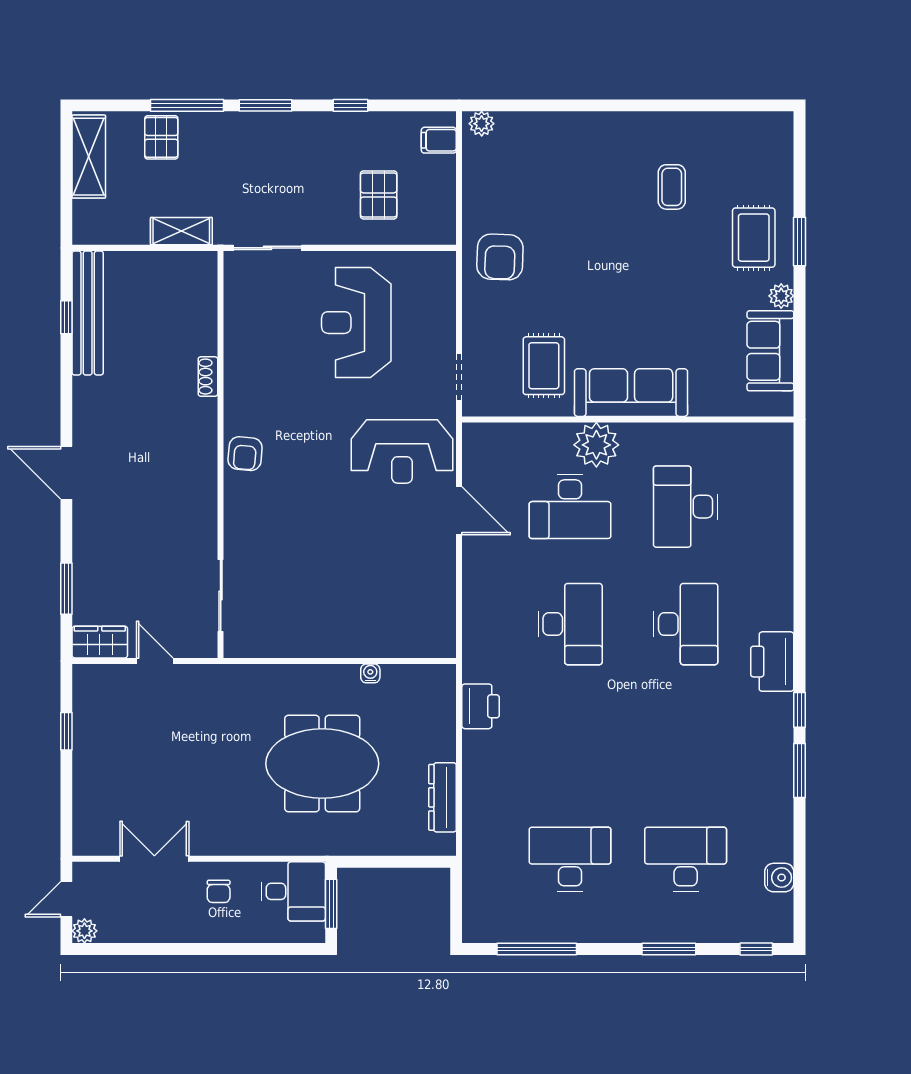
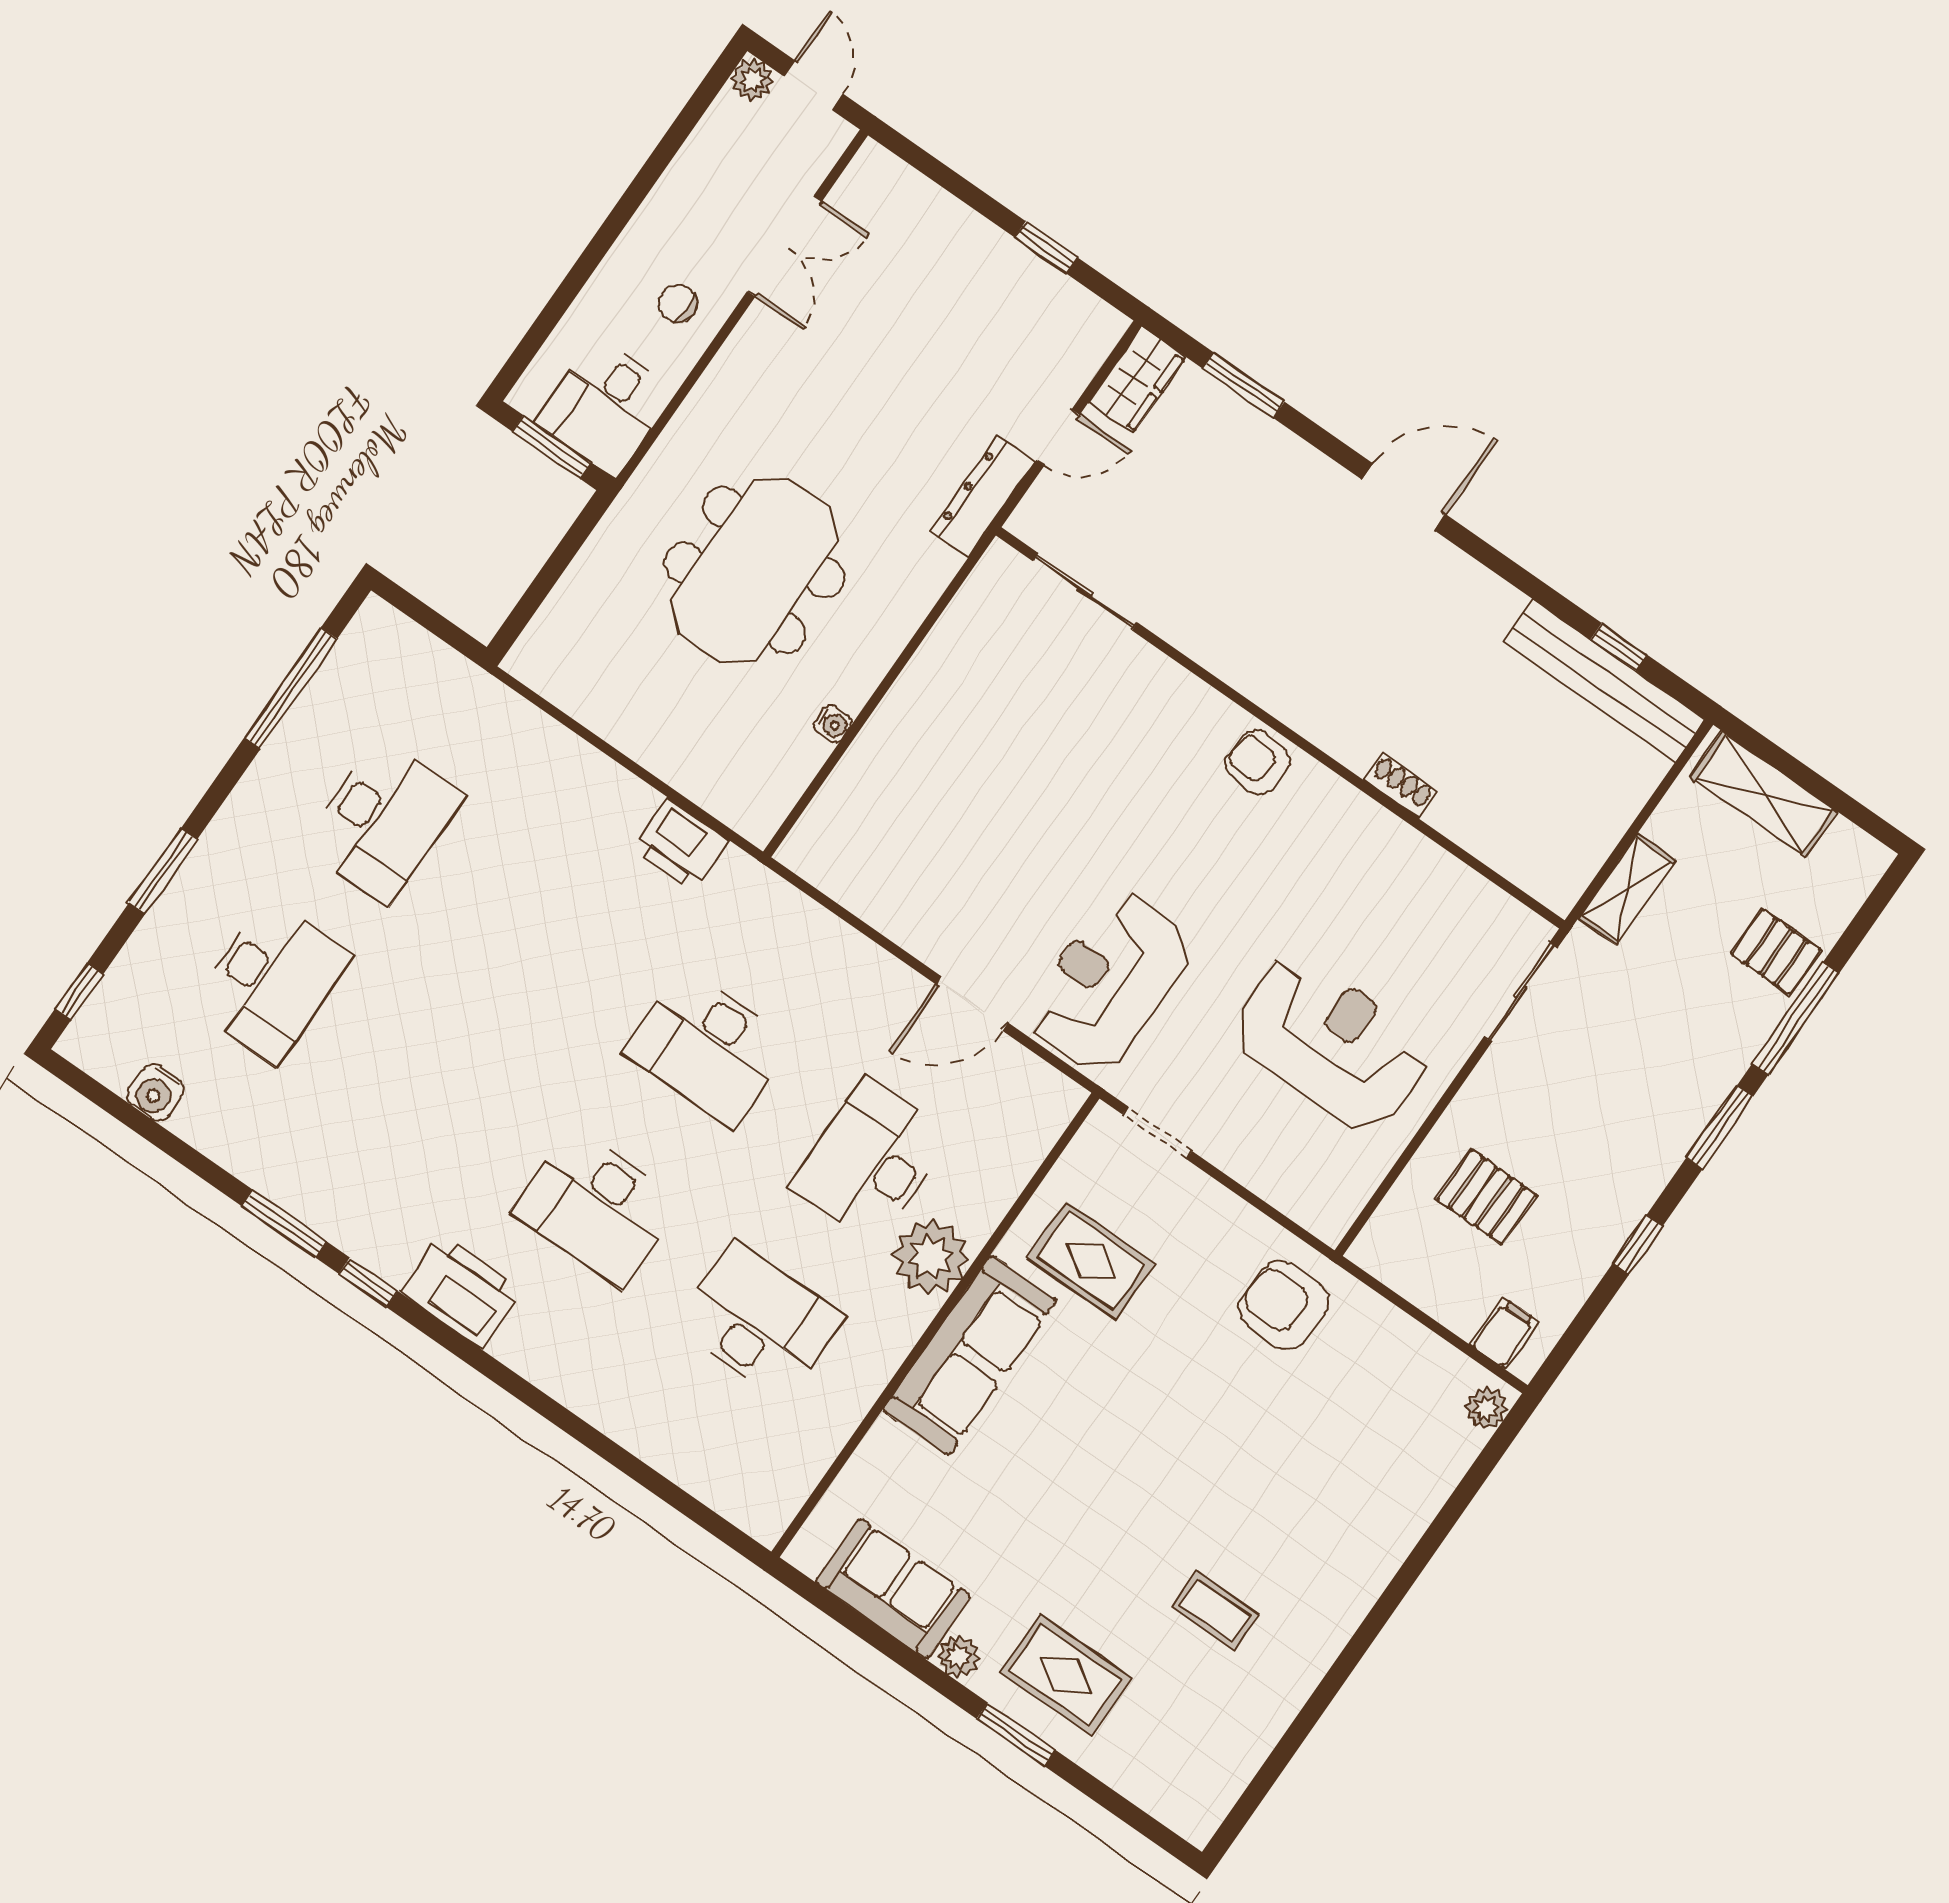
shelving: (89, 157) -> (1764, 794), moved
dresser: (443, 797) -> (983, 496), moved, turned -90

